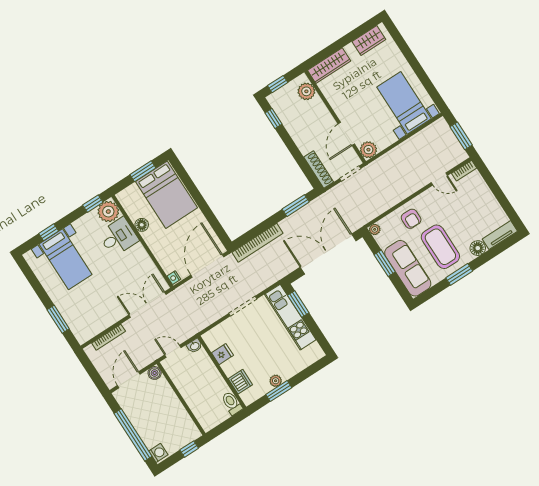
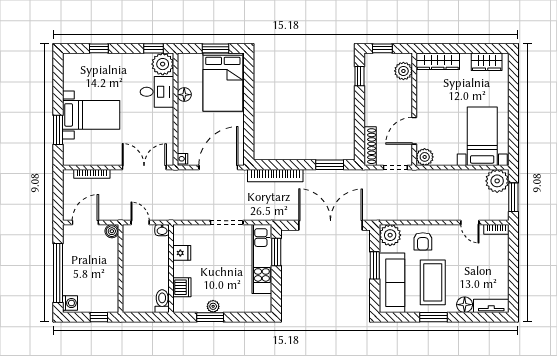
plant: (439, 131) -> (497, 181), added
plant: (375, 229) -> (390, 235), width x1.88, depth x1.88
bed with nightstands: (65, 259) -> (91, 115), moved, turned -90

